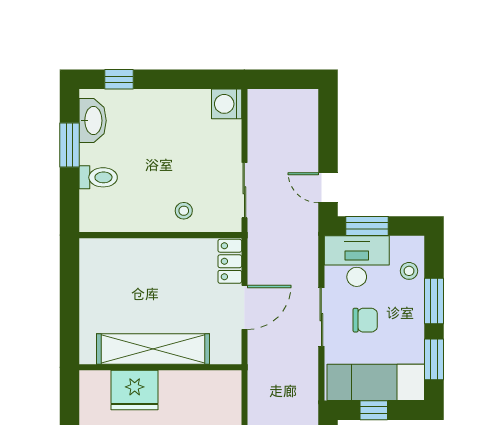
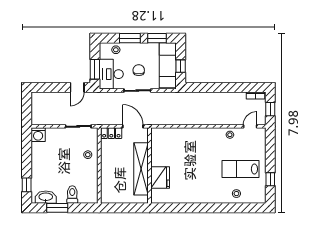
shelving: (153, 349) -> (141, 169), moved
wall: (160, 367) -> (150, 166), moved
fridge: (135, 390) -> (160, 178), moved

